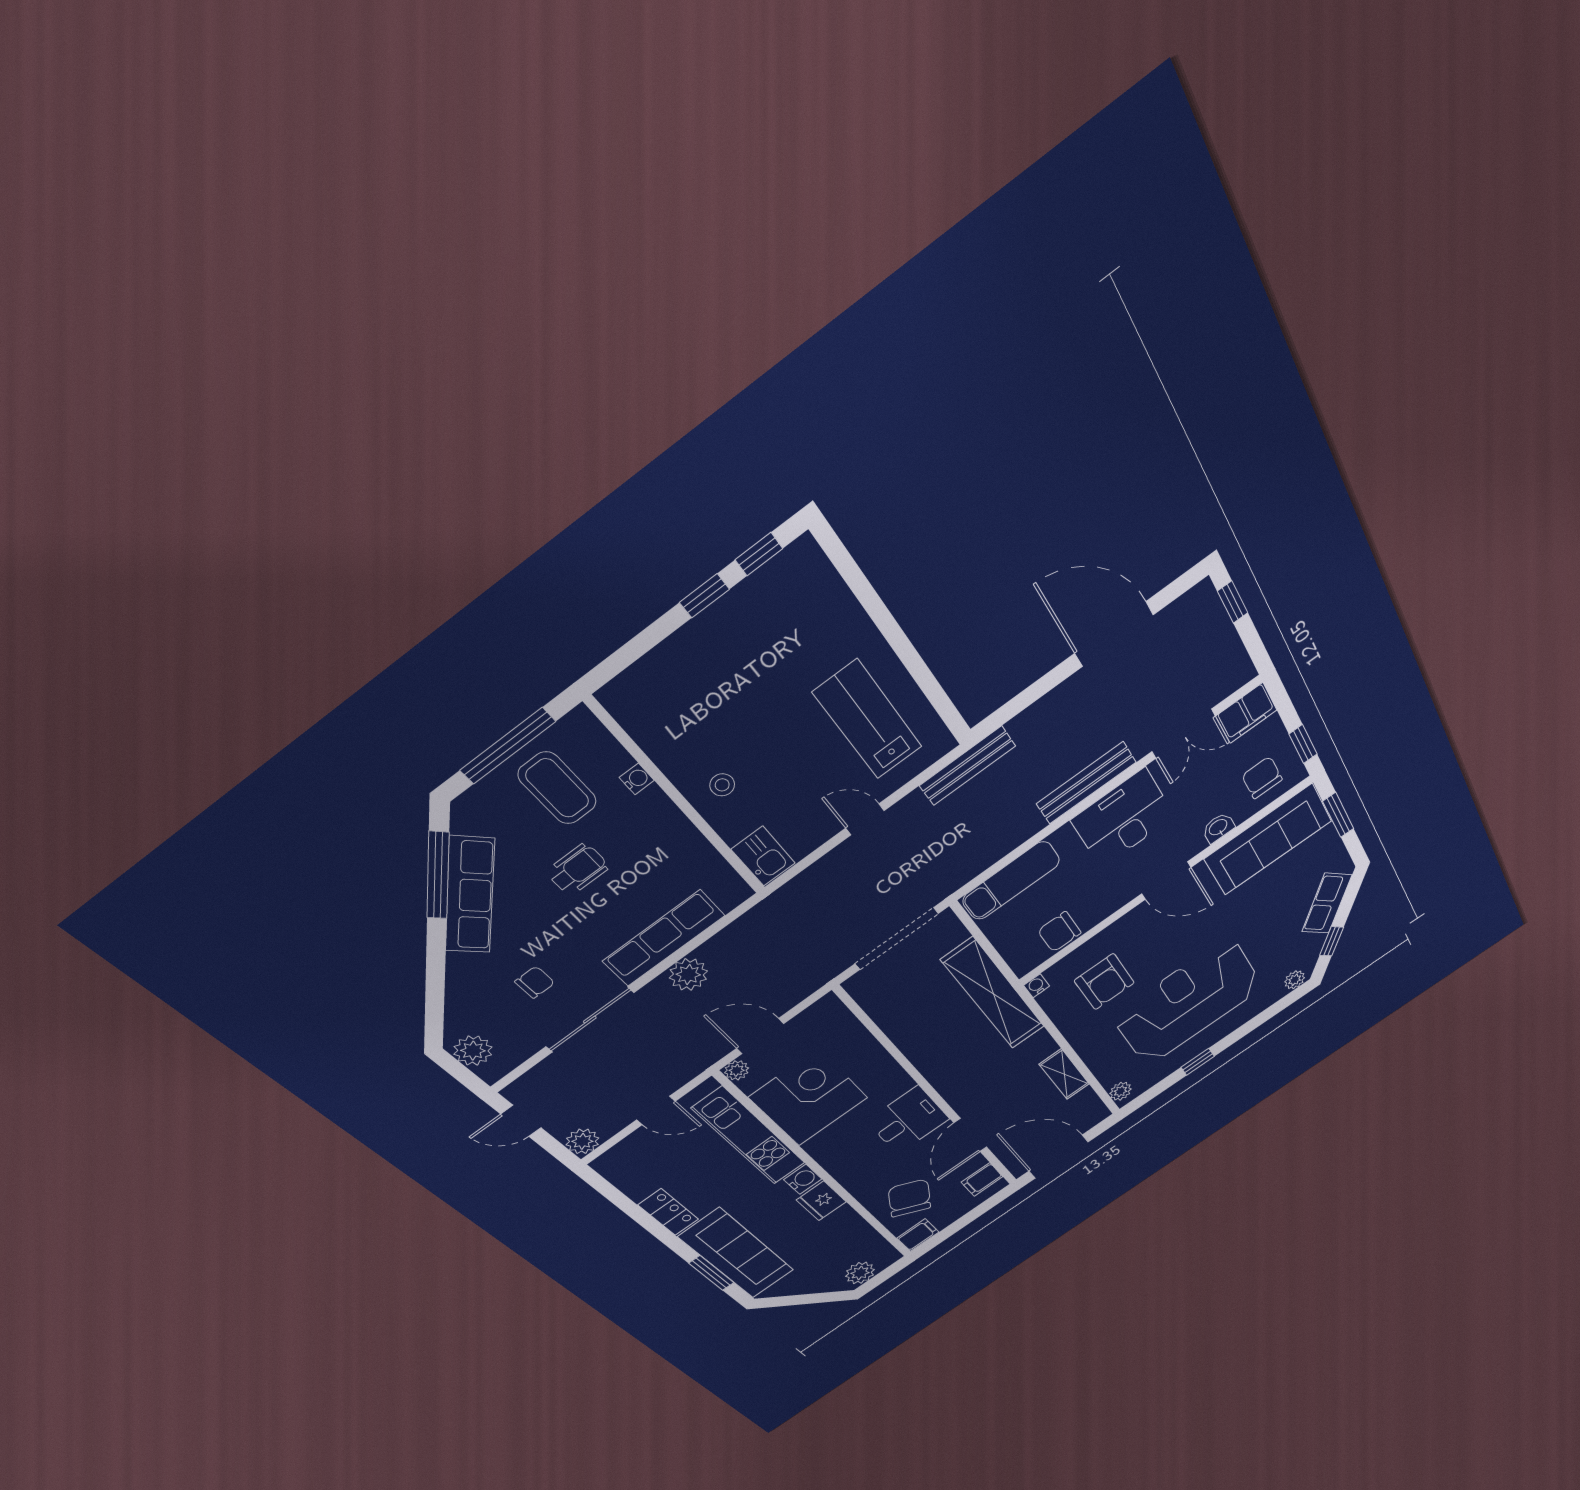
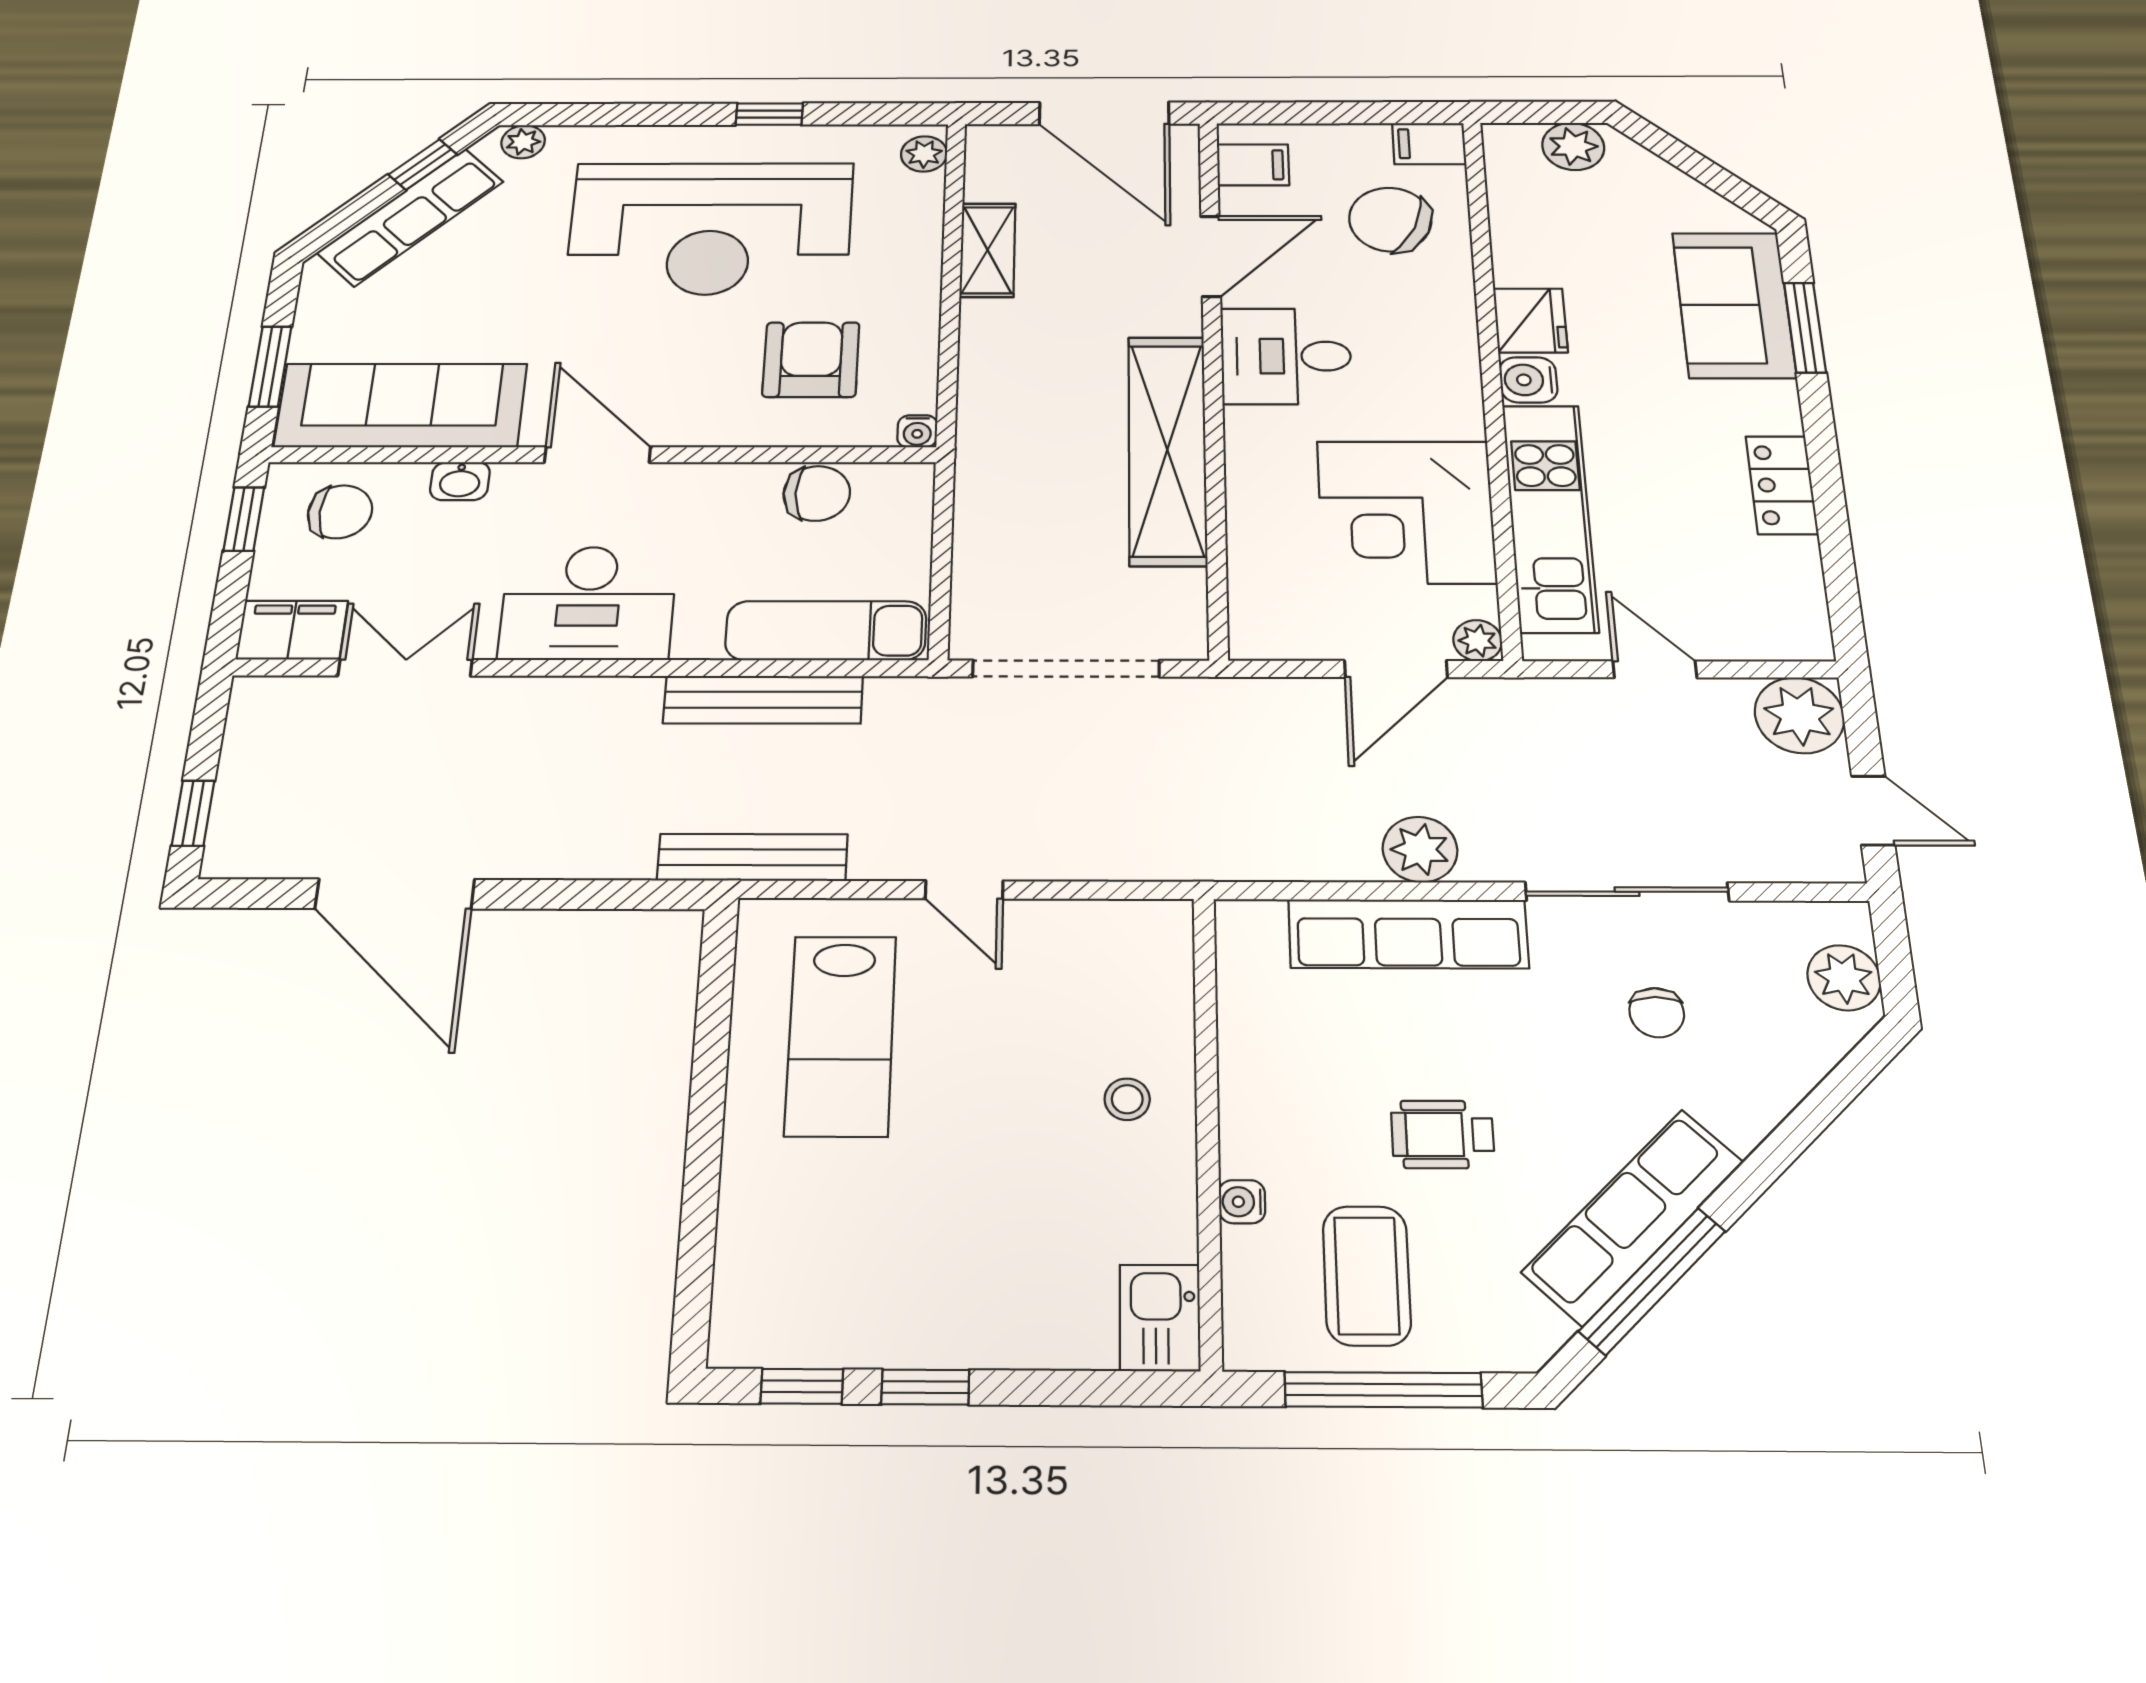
chair: (1262, 778) -> (340, 512), turned -90
bench: (1086, 783) -> (763, 700), moved
kitchen sink: (763, 856) -> (1160, 1317), moved
row of seats: (1327, 903) -> (410, 217), width x1.48
chair: (535, 982) -> (1657, 1013), turned -90
shelving: (993, 994) -> (1167, 449), moved
door: (760, 1036) -> (1396, 669), hinge flipped
plant: (582, 1141) -> (1799, 715), width x1.36, depth x1.36
chair: (909, 1198) -> (1390, 220), turned 86
sofa: (737, 1254) -> (1734, 305), width x0.73

